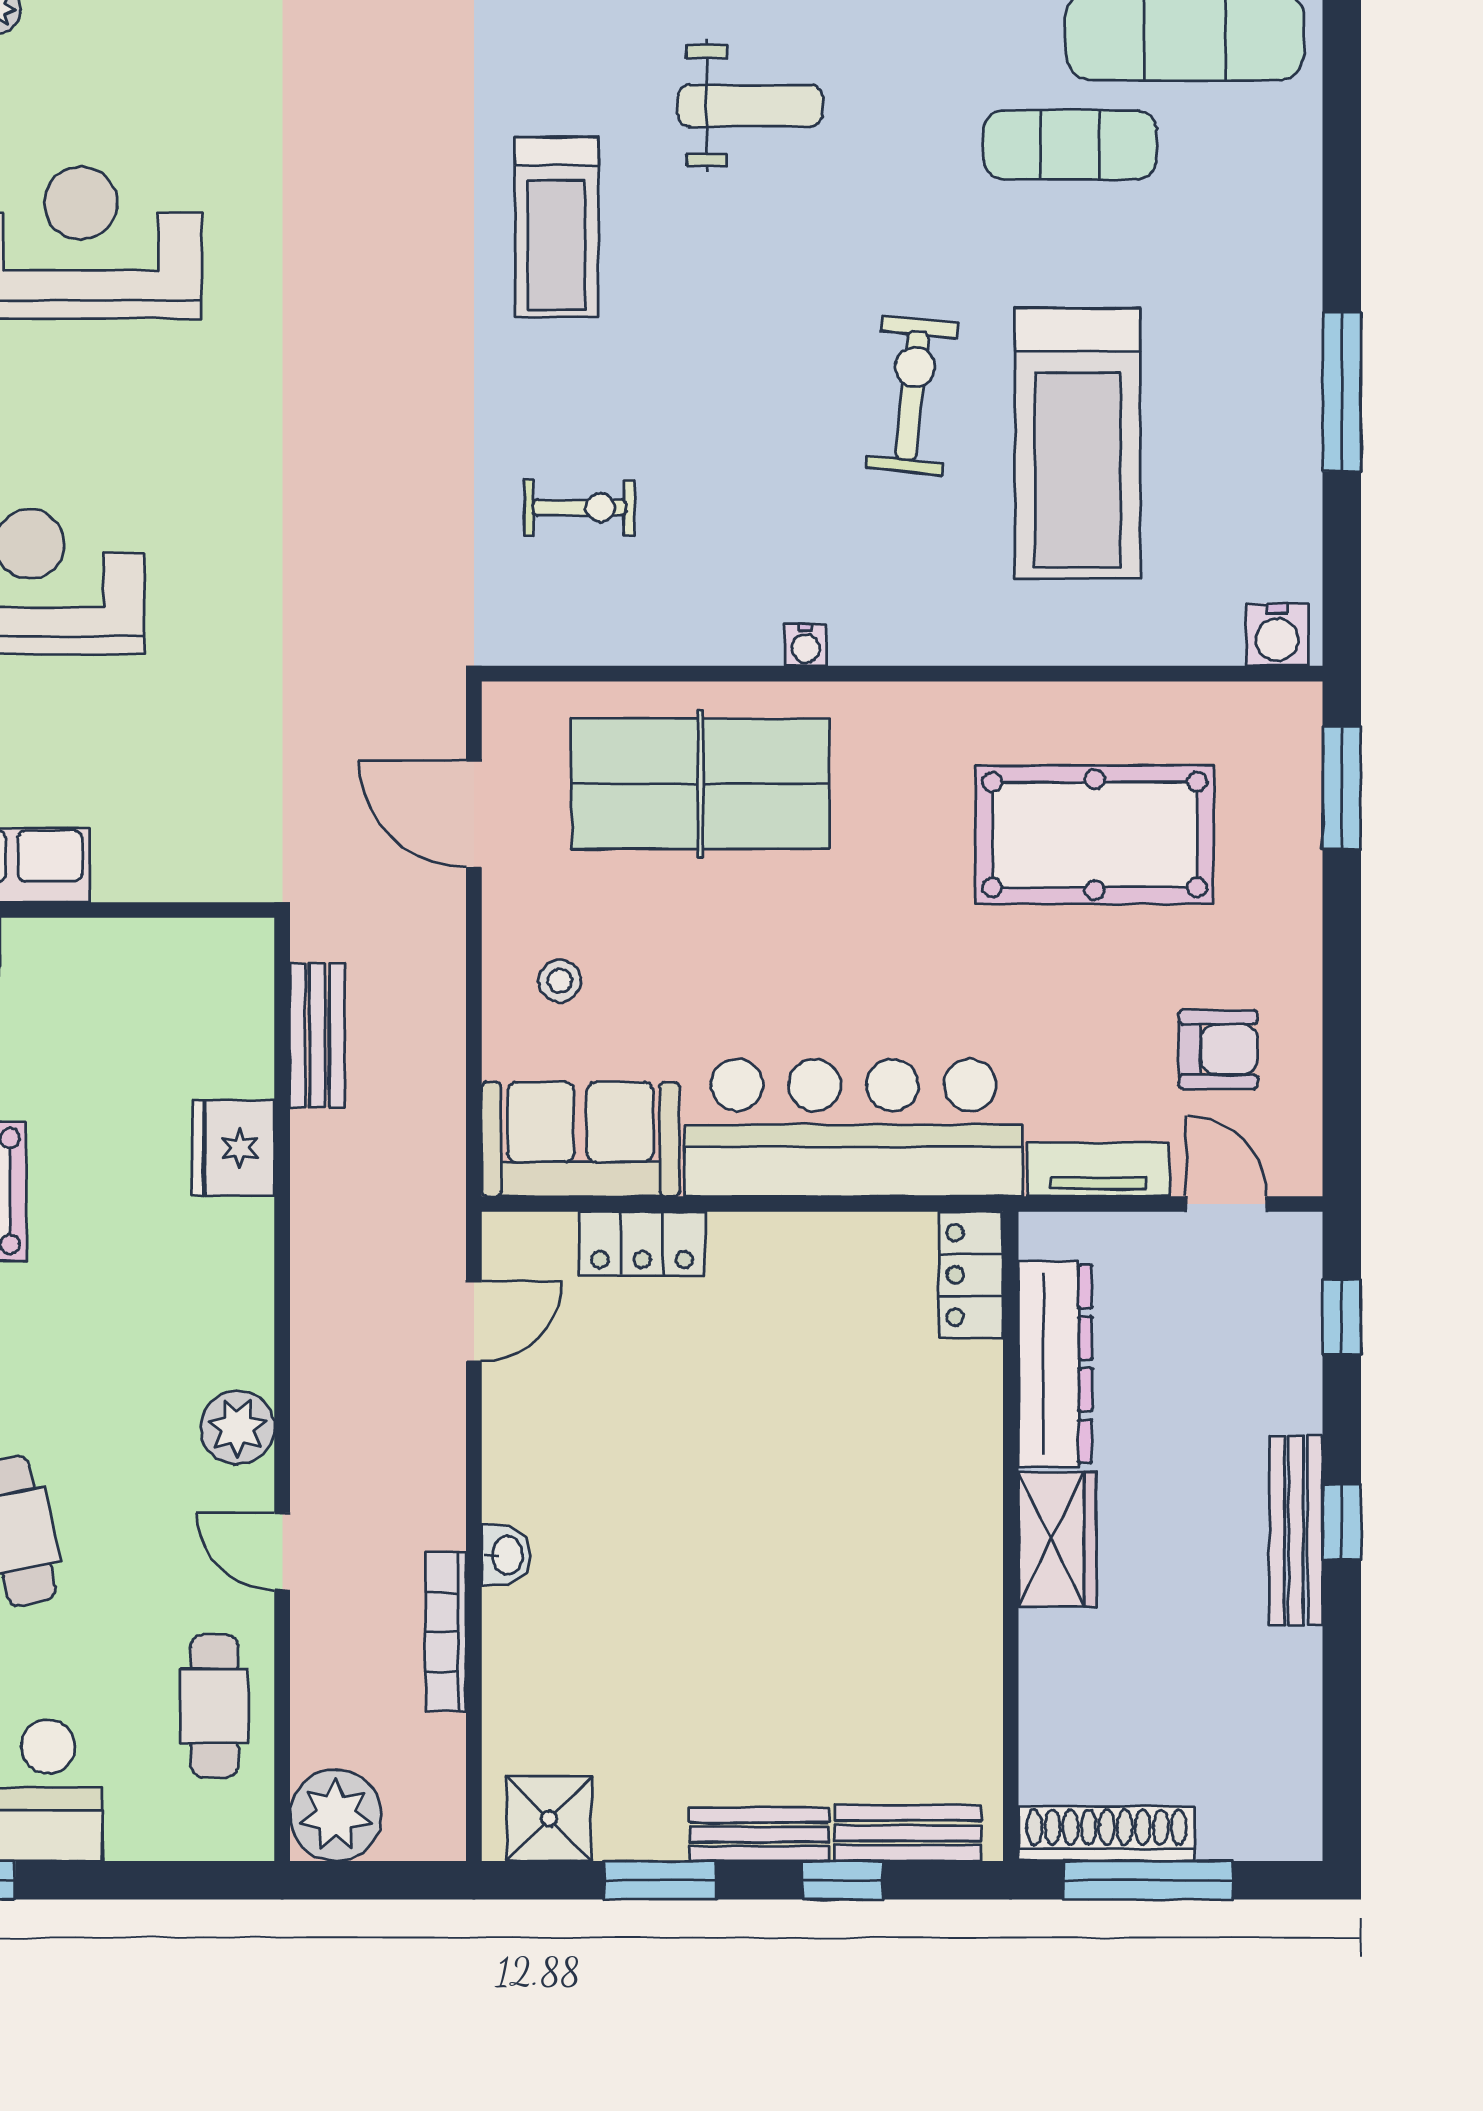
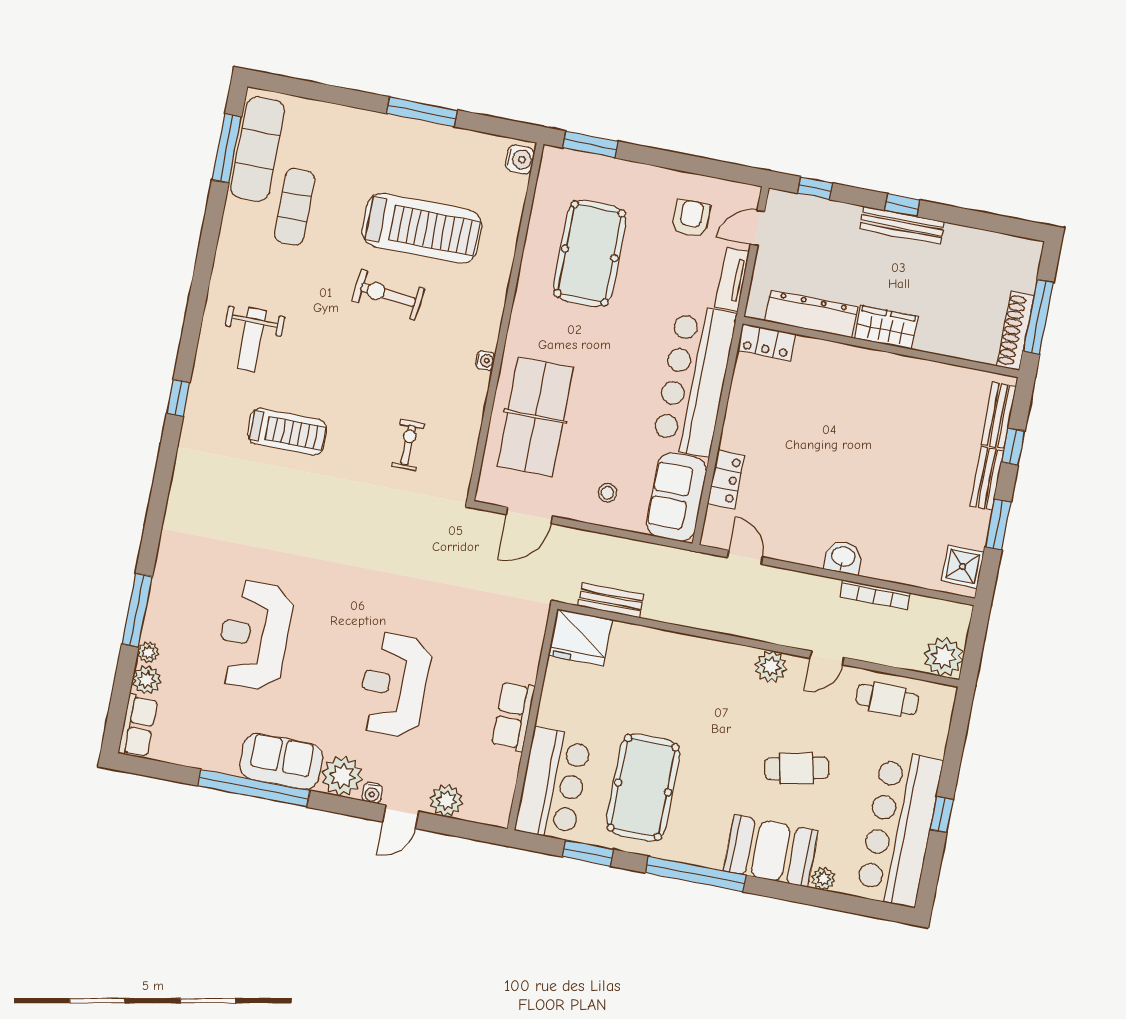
weight bench: (750, 106) -> (251, 340), turned 180
fridge: (233, 1148) -> (580, 637), moved, width x1.36, depth x1.34
washbasin: (506, 1555) -> (843, 557), width x1.38, depth x1.45

